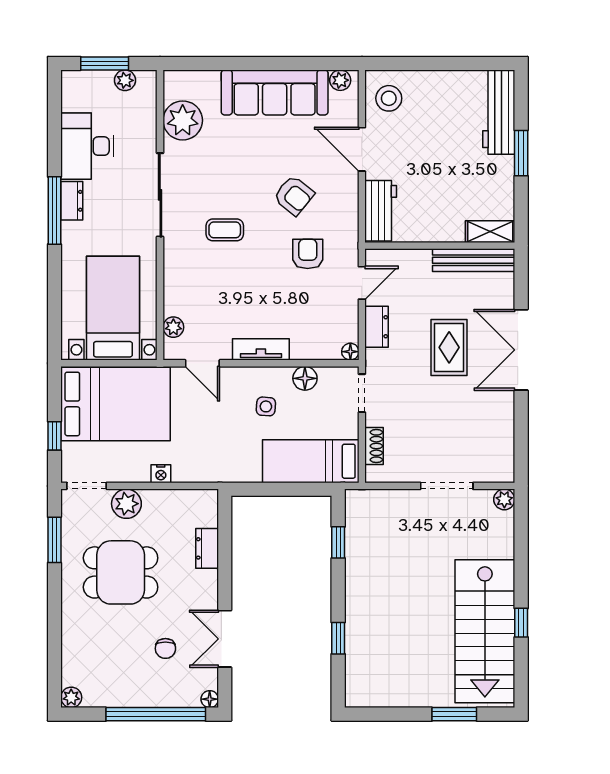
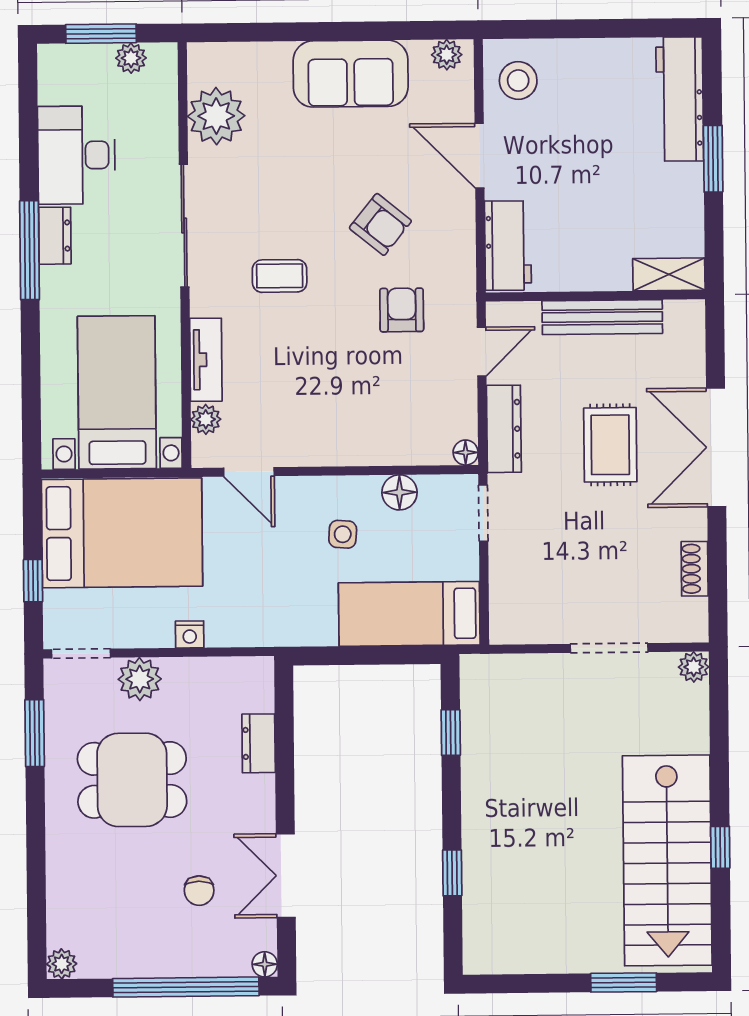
sofa: (275, 92) -> (351, 74), width x0.73
bench: (474, 260) -> (602, 317), moved
dresser: (377, 327) -> (504, 429), width x1.44
tv unit: (261, 349) -> (206, 360), moved, turned 90
shoe rack: (374, 446) -> (695, 569), moved, turned 180

